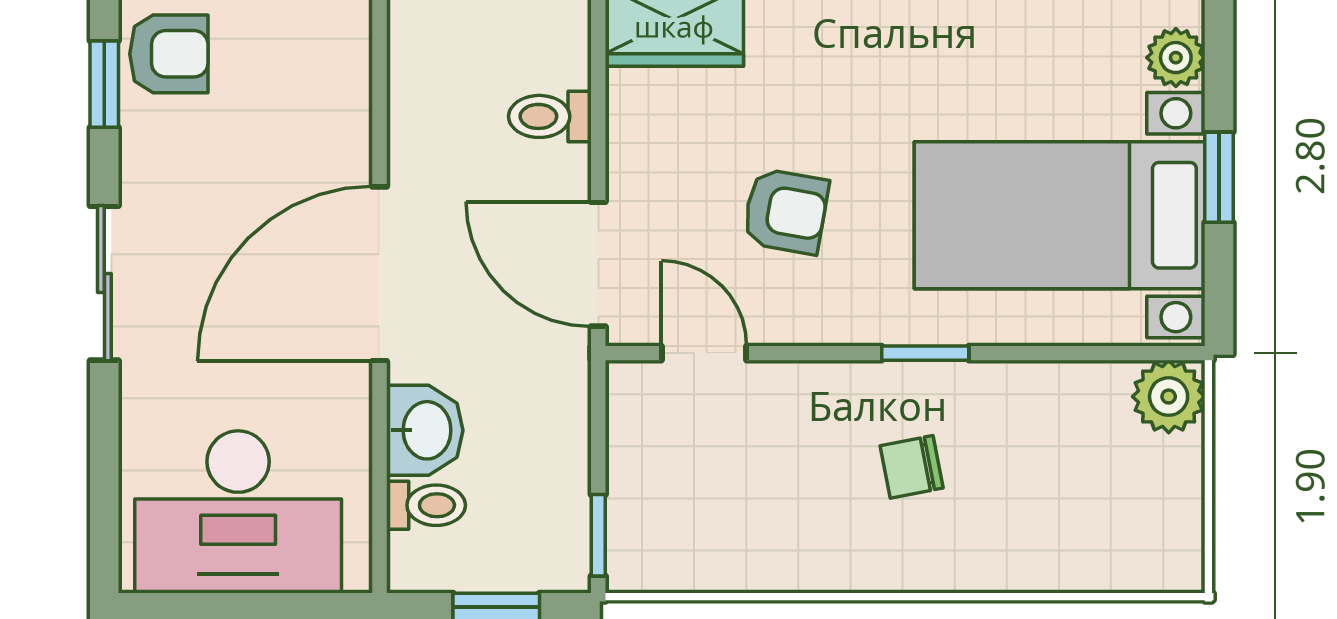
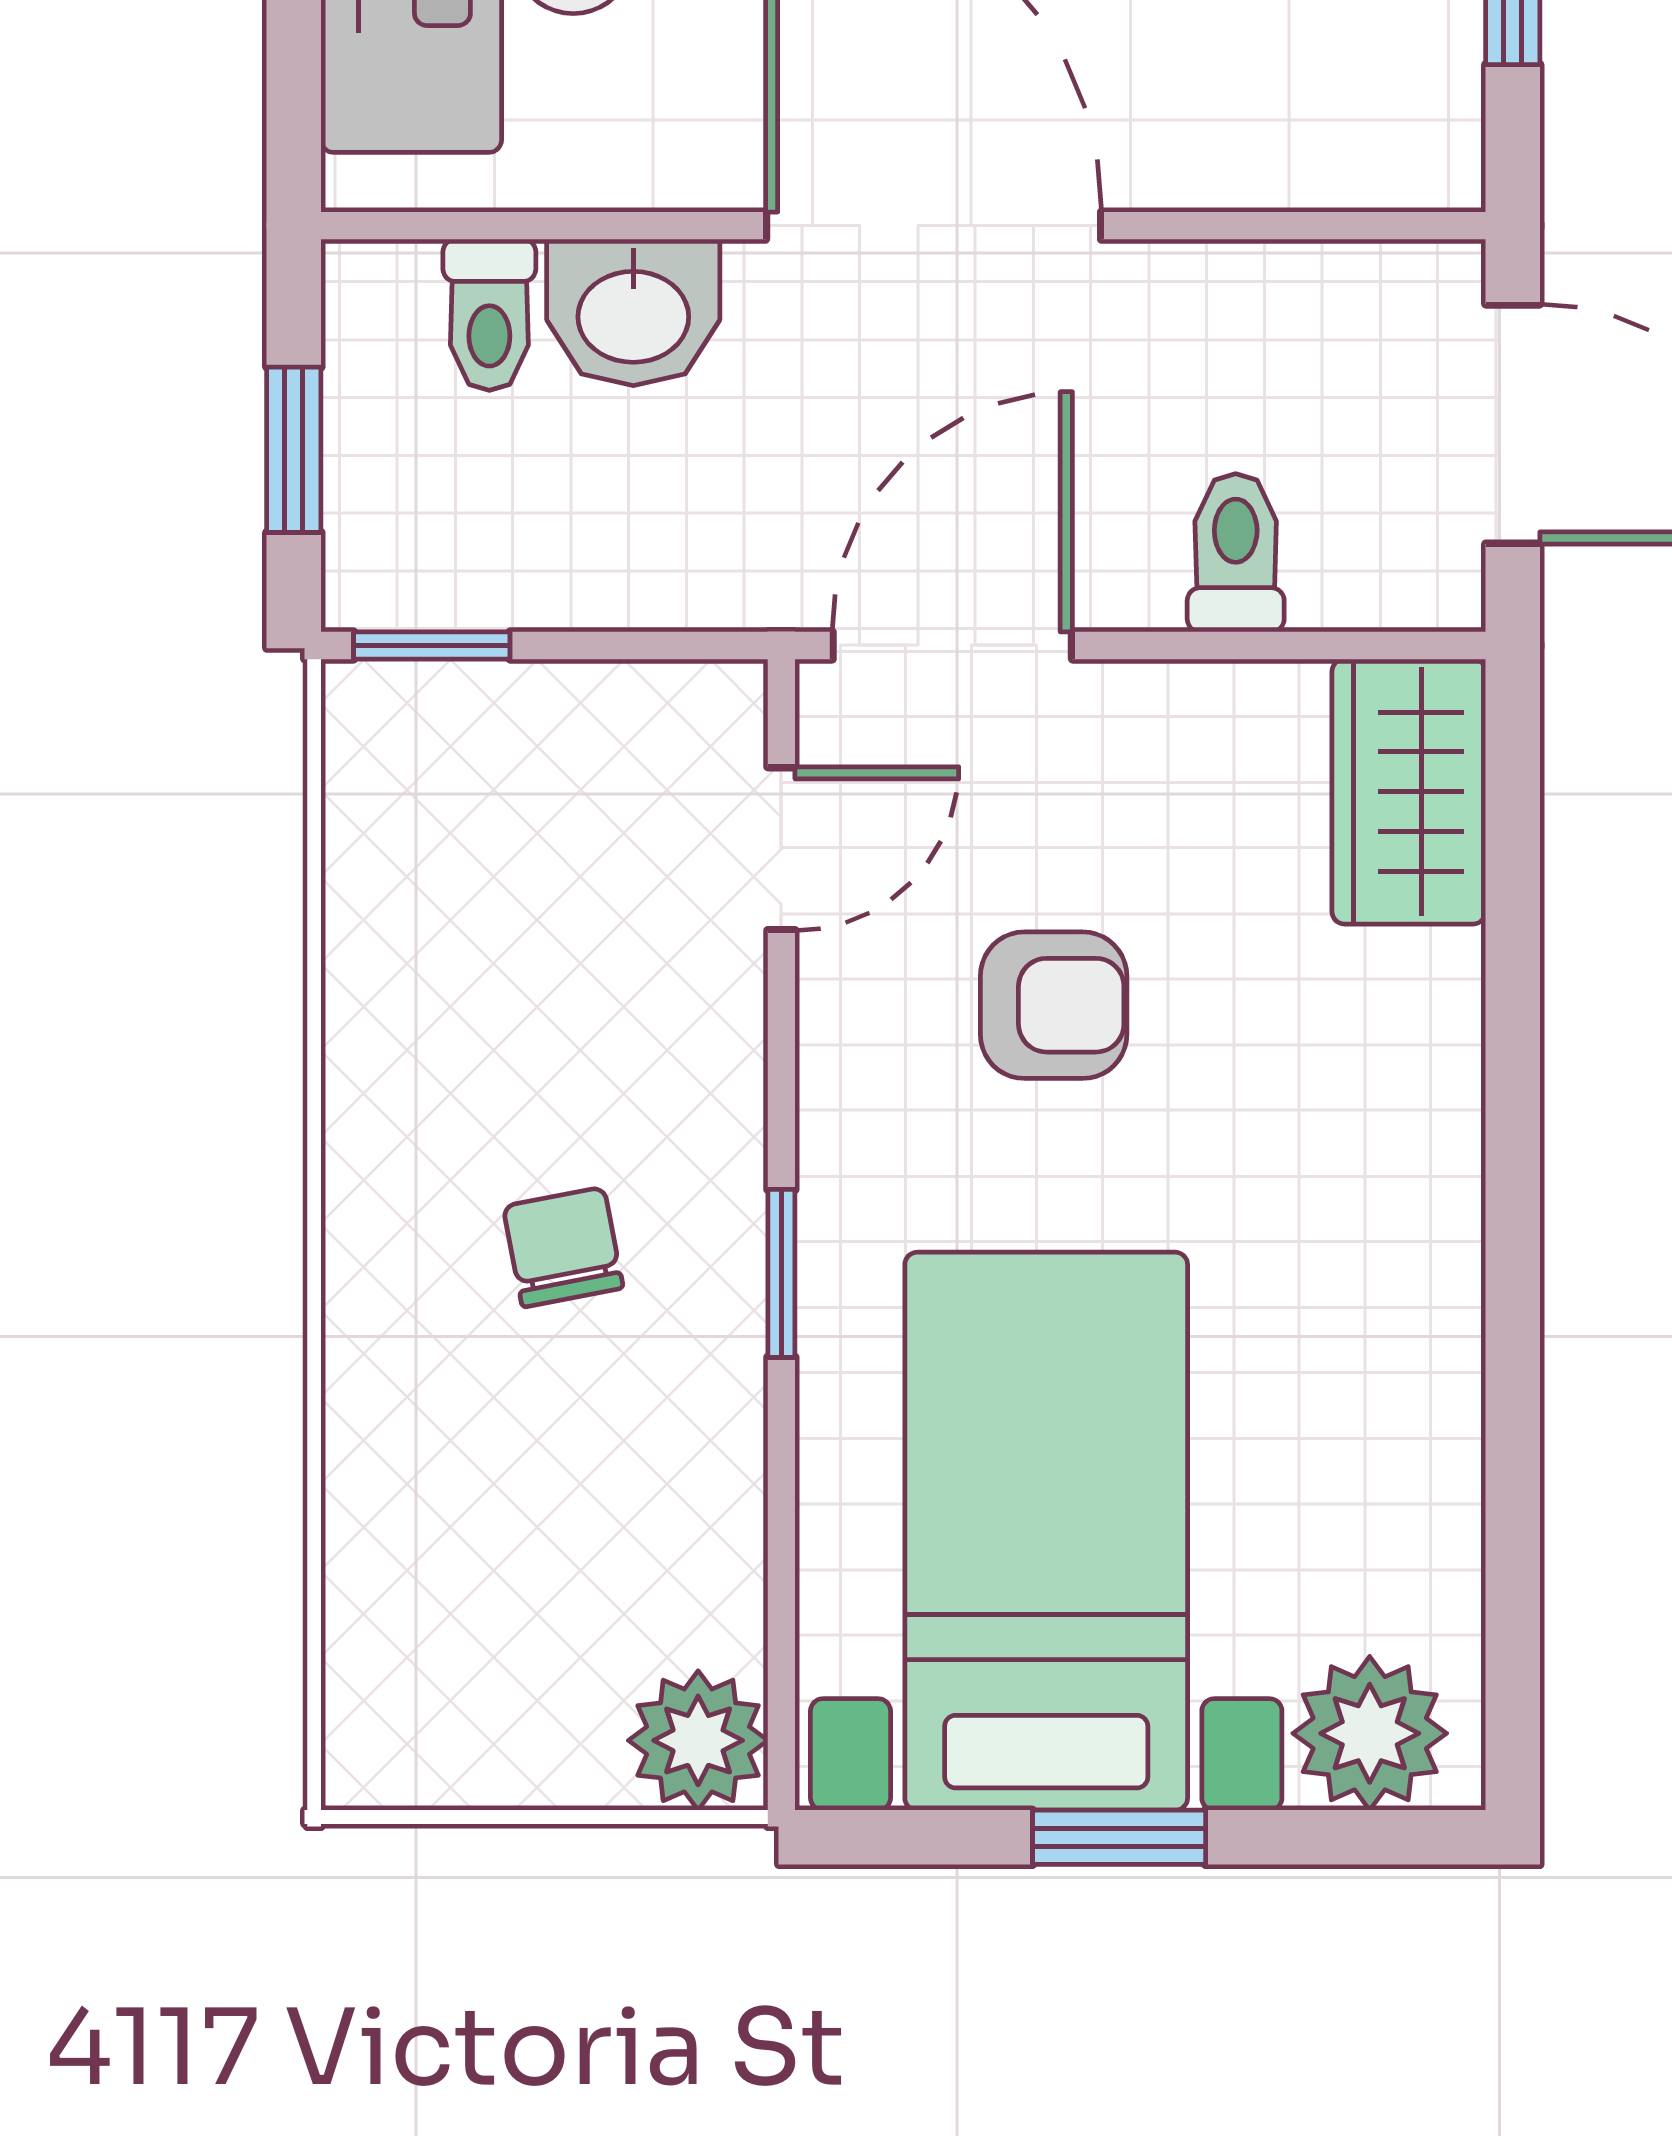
plant: (1176, 58) -> (1370, 1733), width x1.38, depth x1.38
armchair: (786, 211) -> (1054, 1005), turned -100

